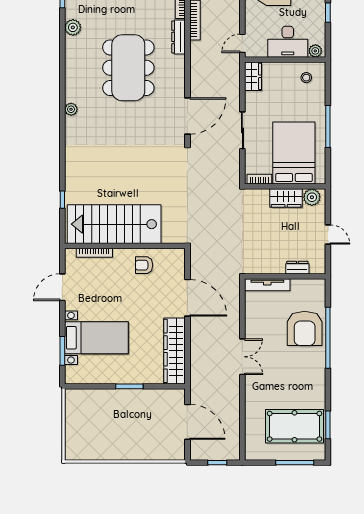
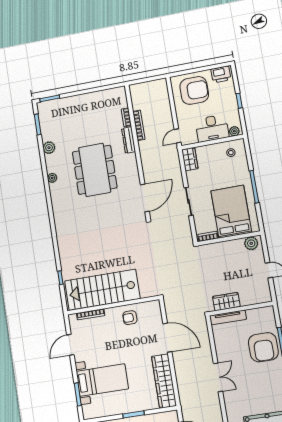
plant: (71, 109) -> (52, 178), moved
wardrobe: (286, 198) -> (226, 302), moved, turned 180
dresser: (297, 268) -> (249, 300), removed

